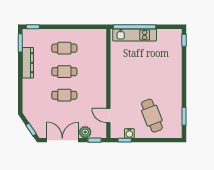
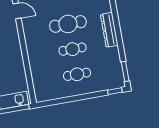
dresser: (28, 63) -> (109, 30), moved
cafe table: (64, 95) -> (68, 24), width x1.37, depth x1.35

